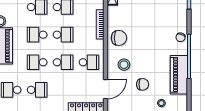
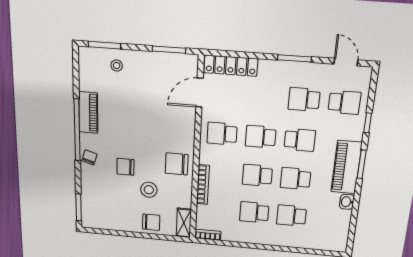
school desk: (37, 35) -> (295, 179), turned 180
stool: (124, 65) -> (149, 190), moved
piano: (179, 75) -> (88, 113), width x0.73, depth x0.75
chair: (143, 84) -> (125, 167), moved

